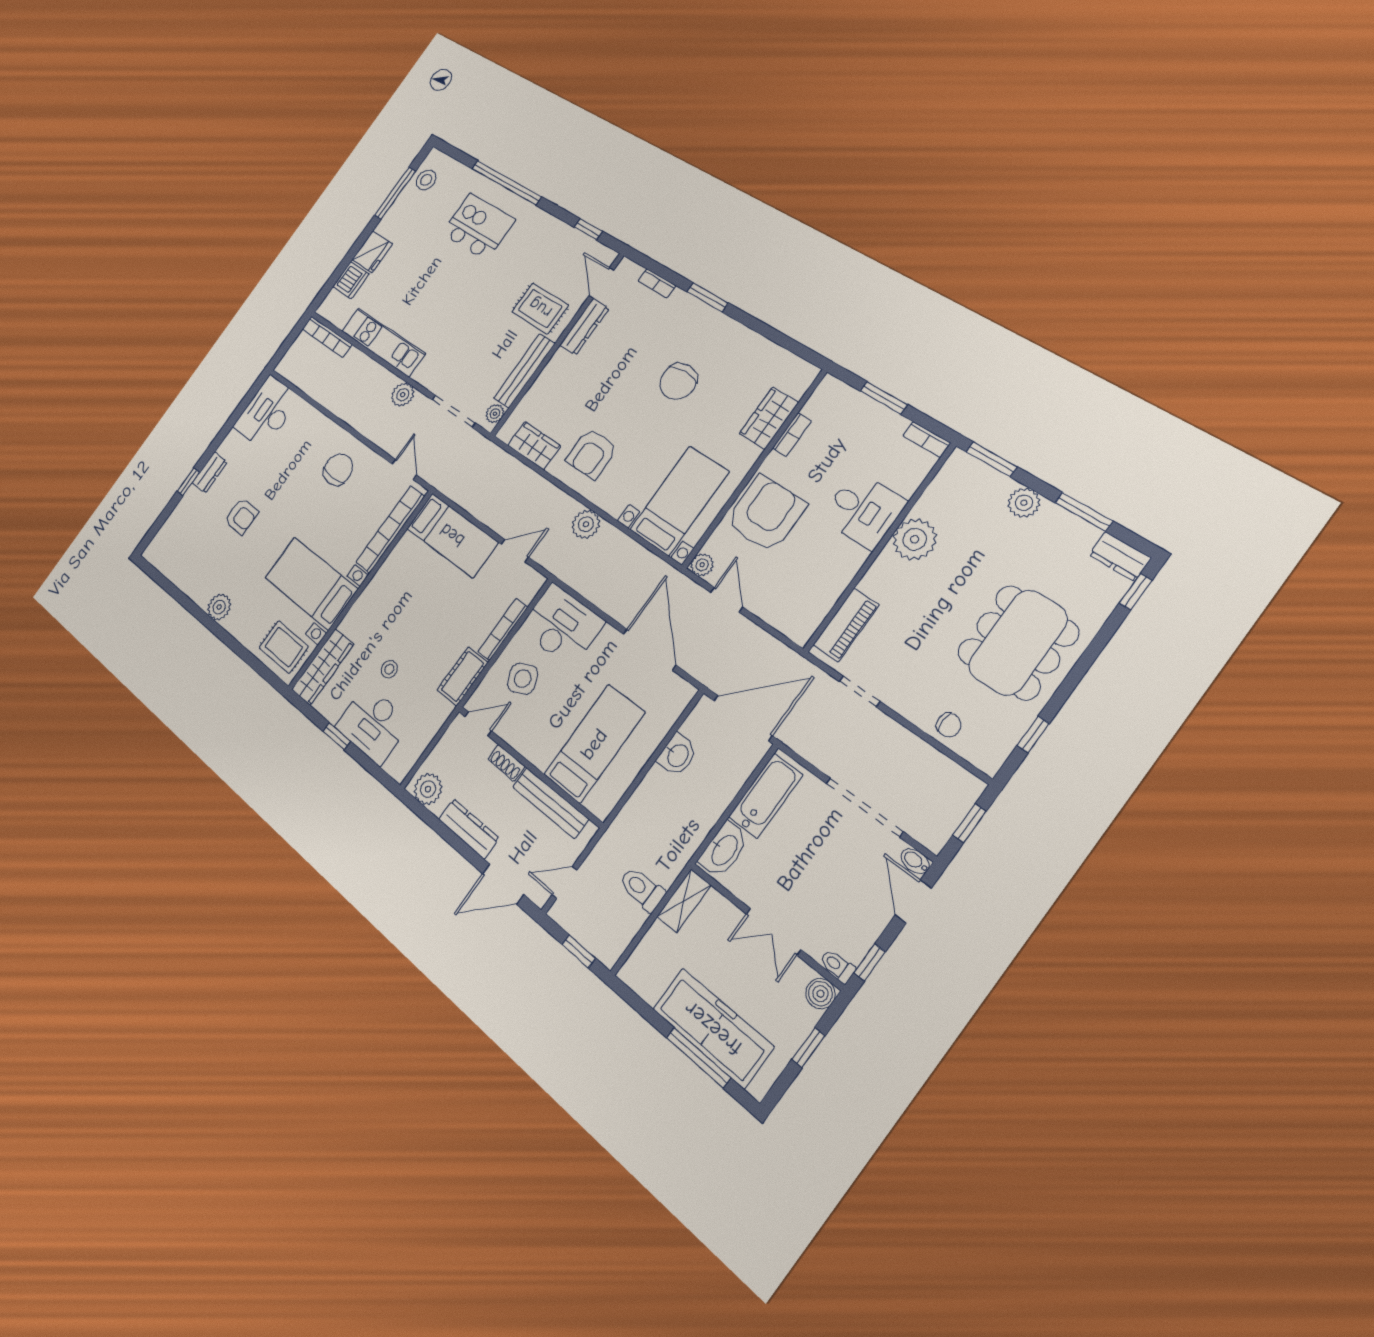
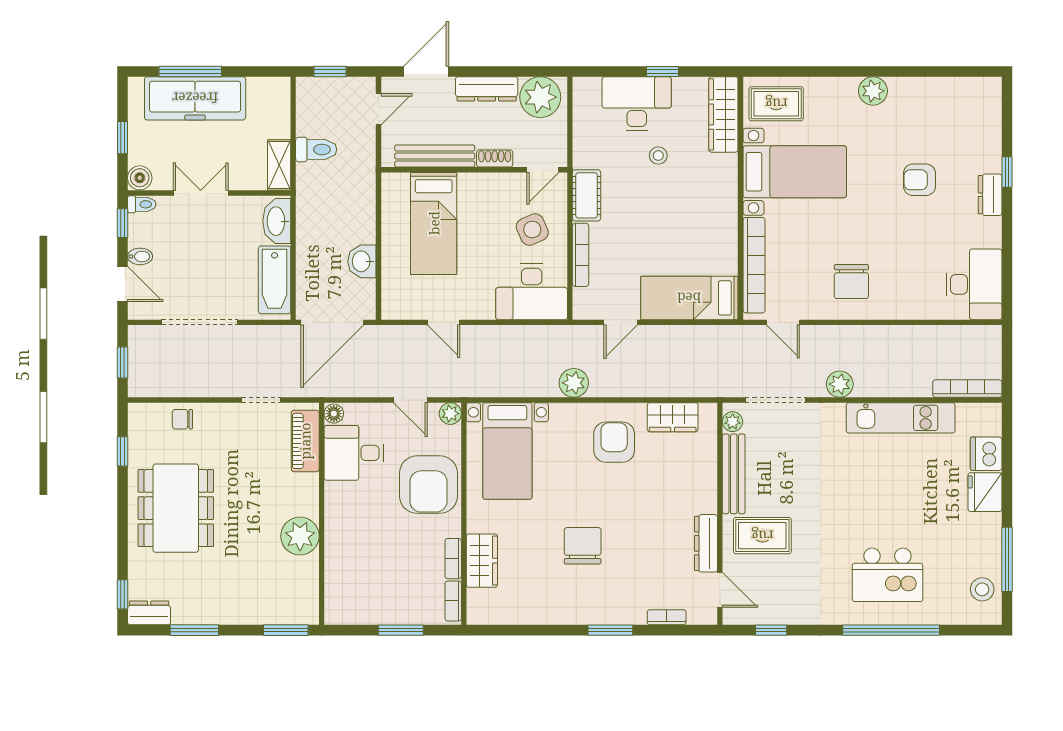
bookcase: (927, 439) -> (453, 601), moved, turned -90
plant: (1024, 503) -> (240, 612), removed
desk: (864, 510) -> (354, 453), moved
floor lamp: (802, 633) -> (334, 414), added
door: (650, 650) -> (444, 322), width x0.53
plant: (428, 789) -> (540, 97), width x1.36, depth x1.36
bidet: (915, 861) -> (140, 256), moved

